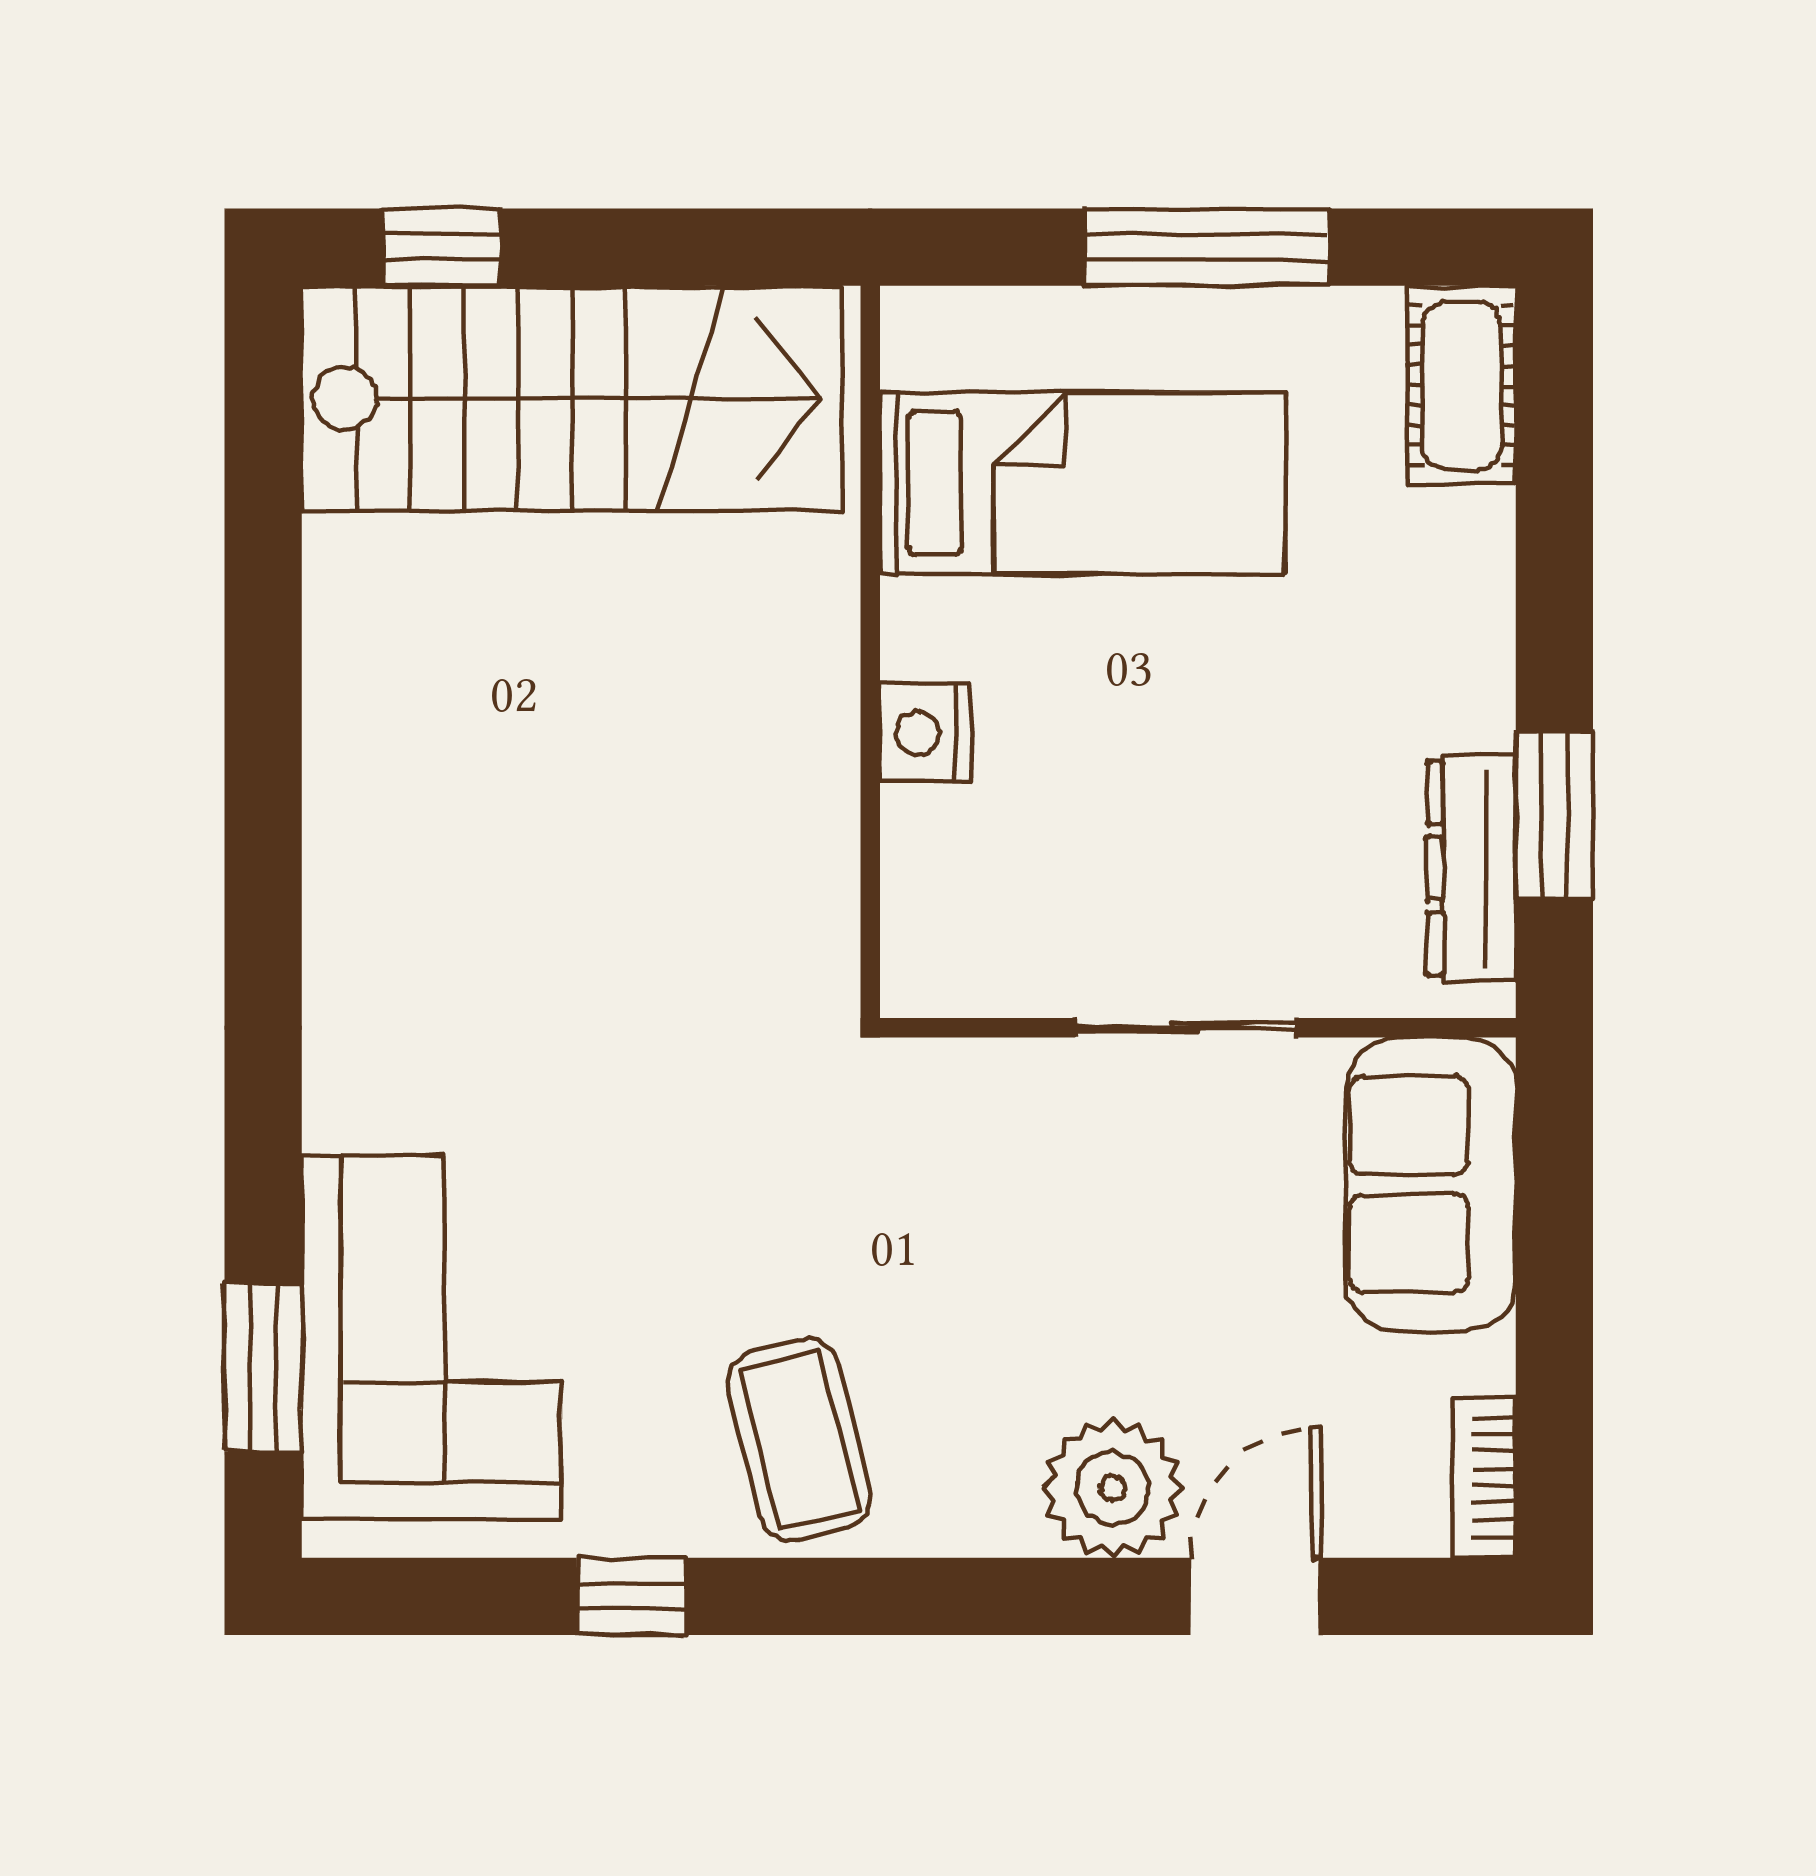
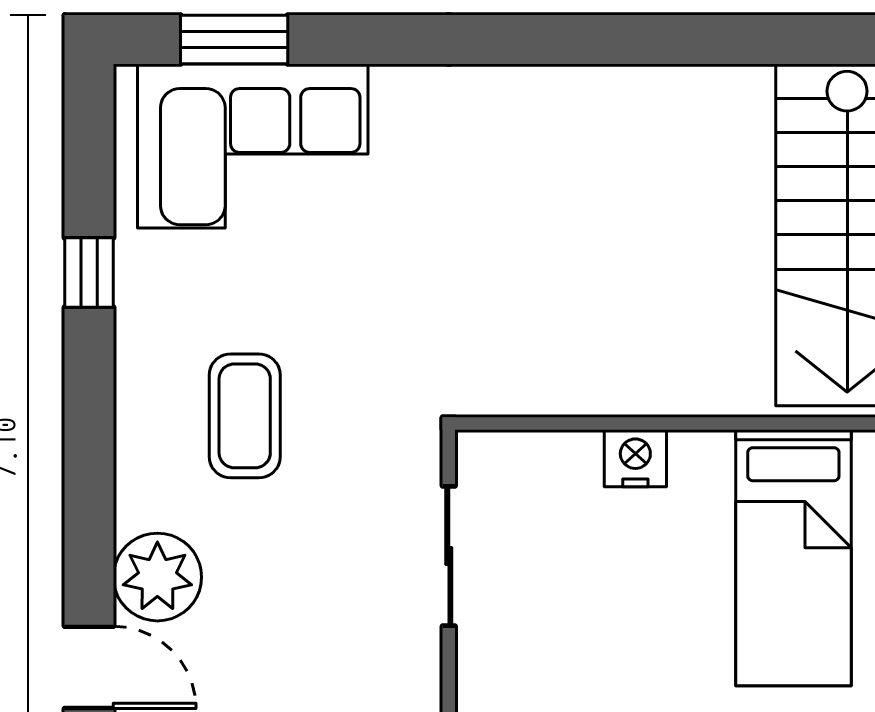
sliding door: (1186, 1028) -> (449, 556), moved
coffee table: (799, 1440) -> (245, 416), moved, turned -76

